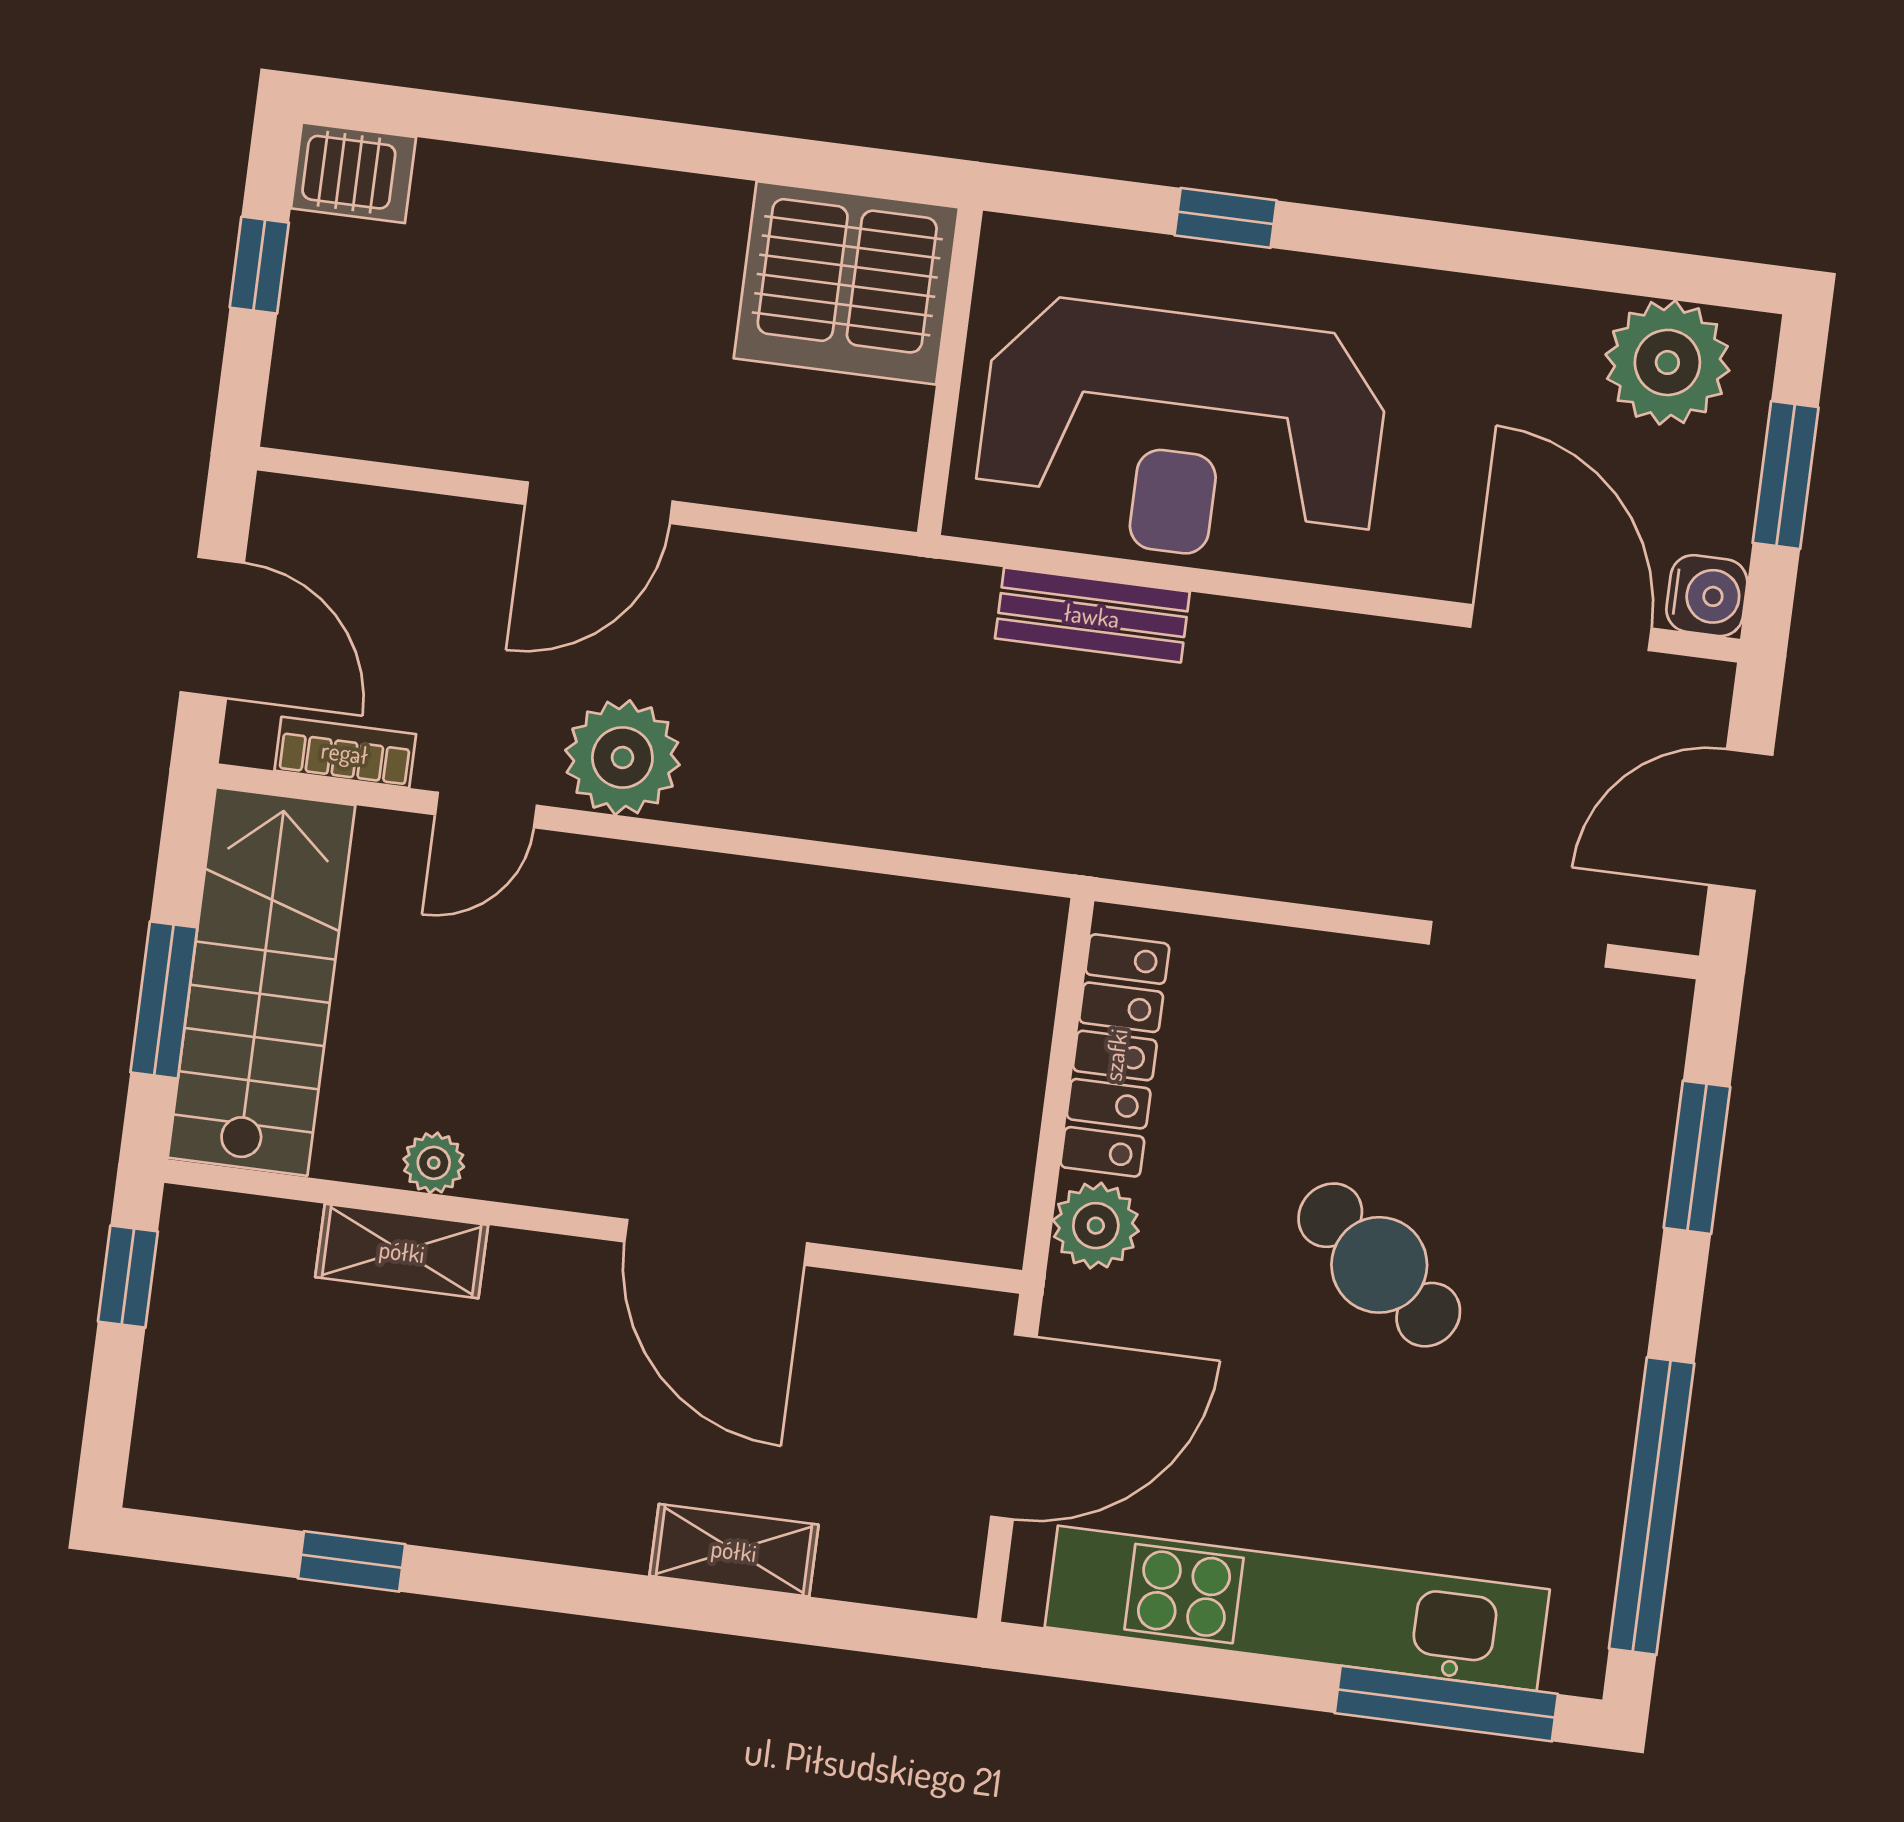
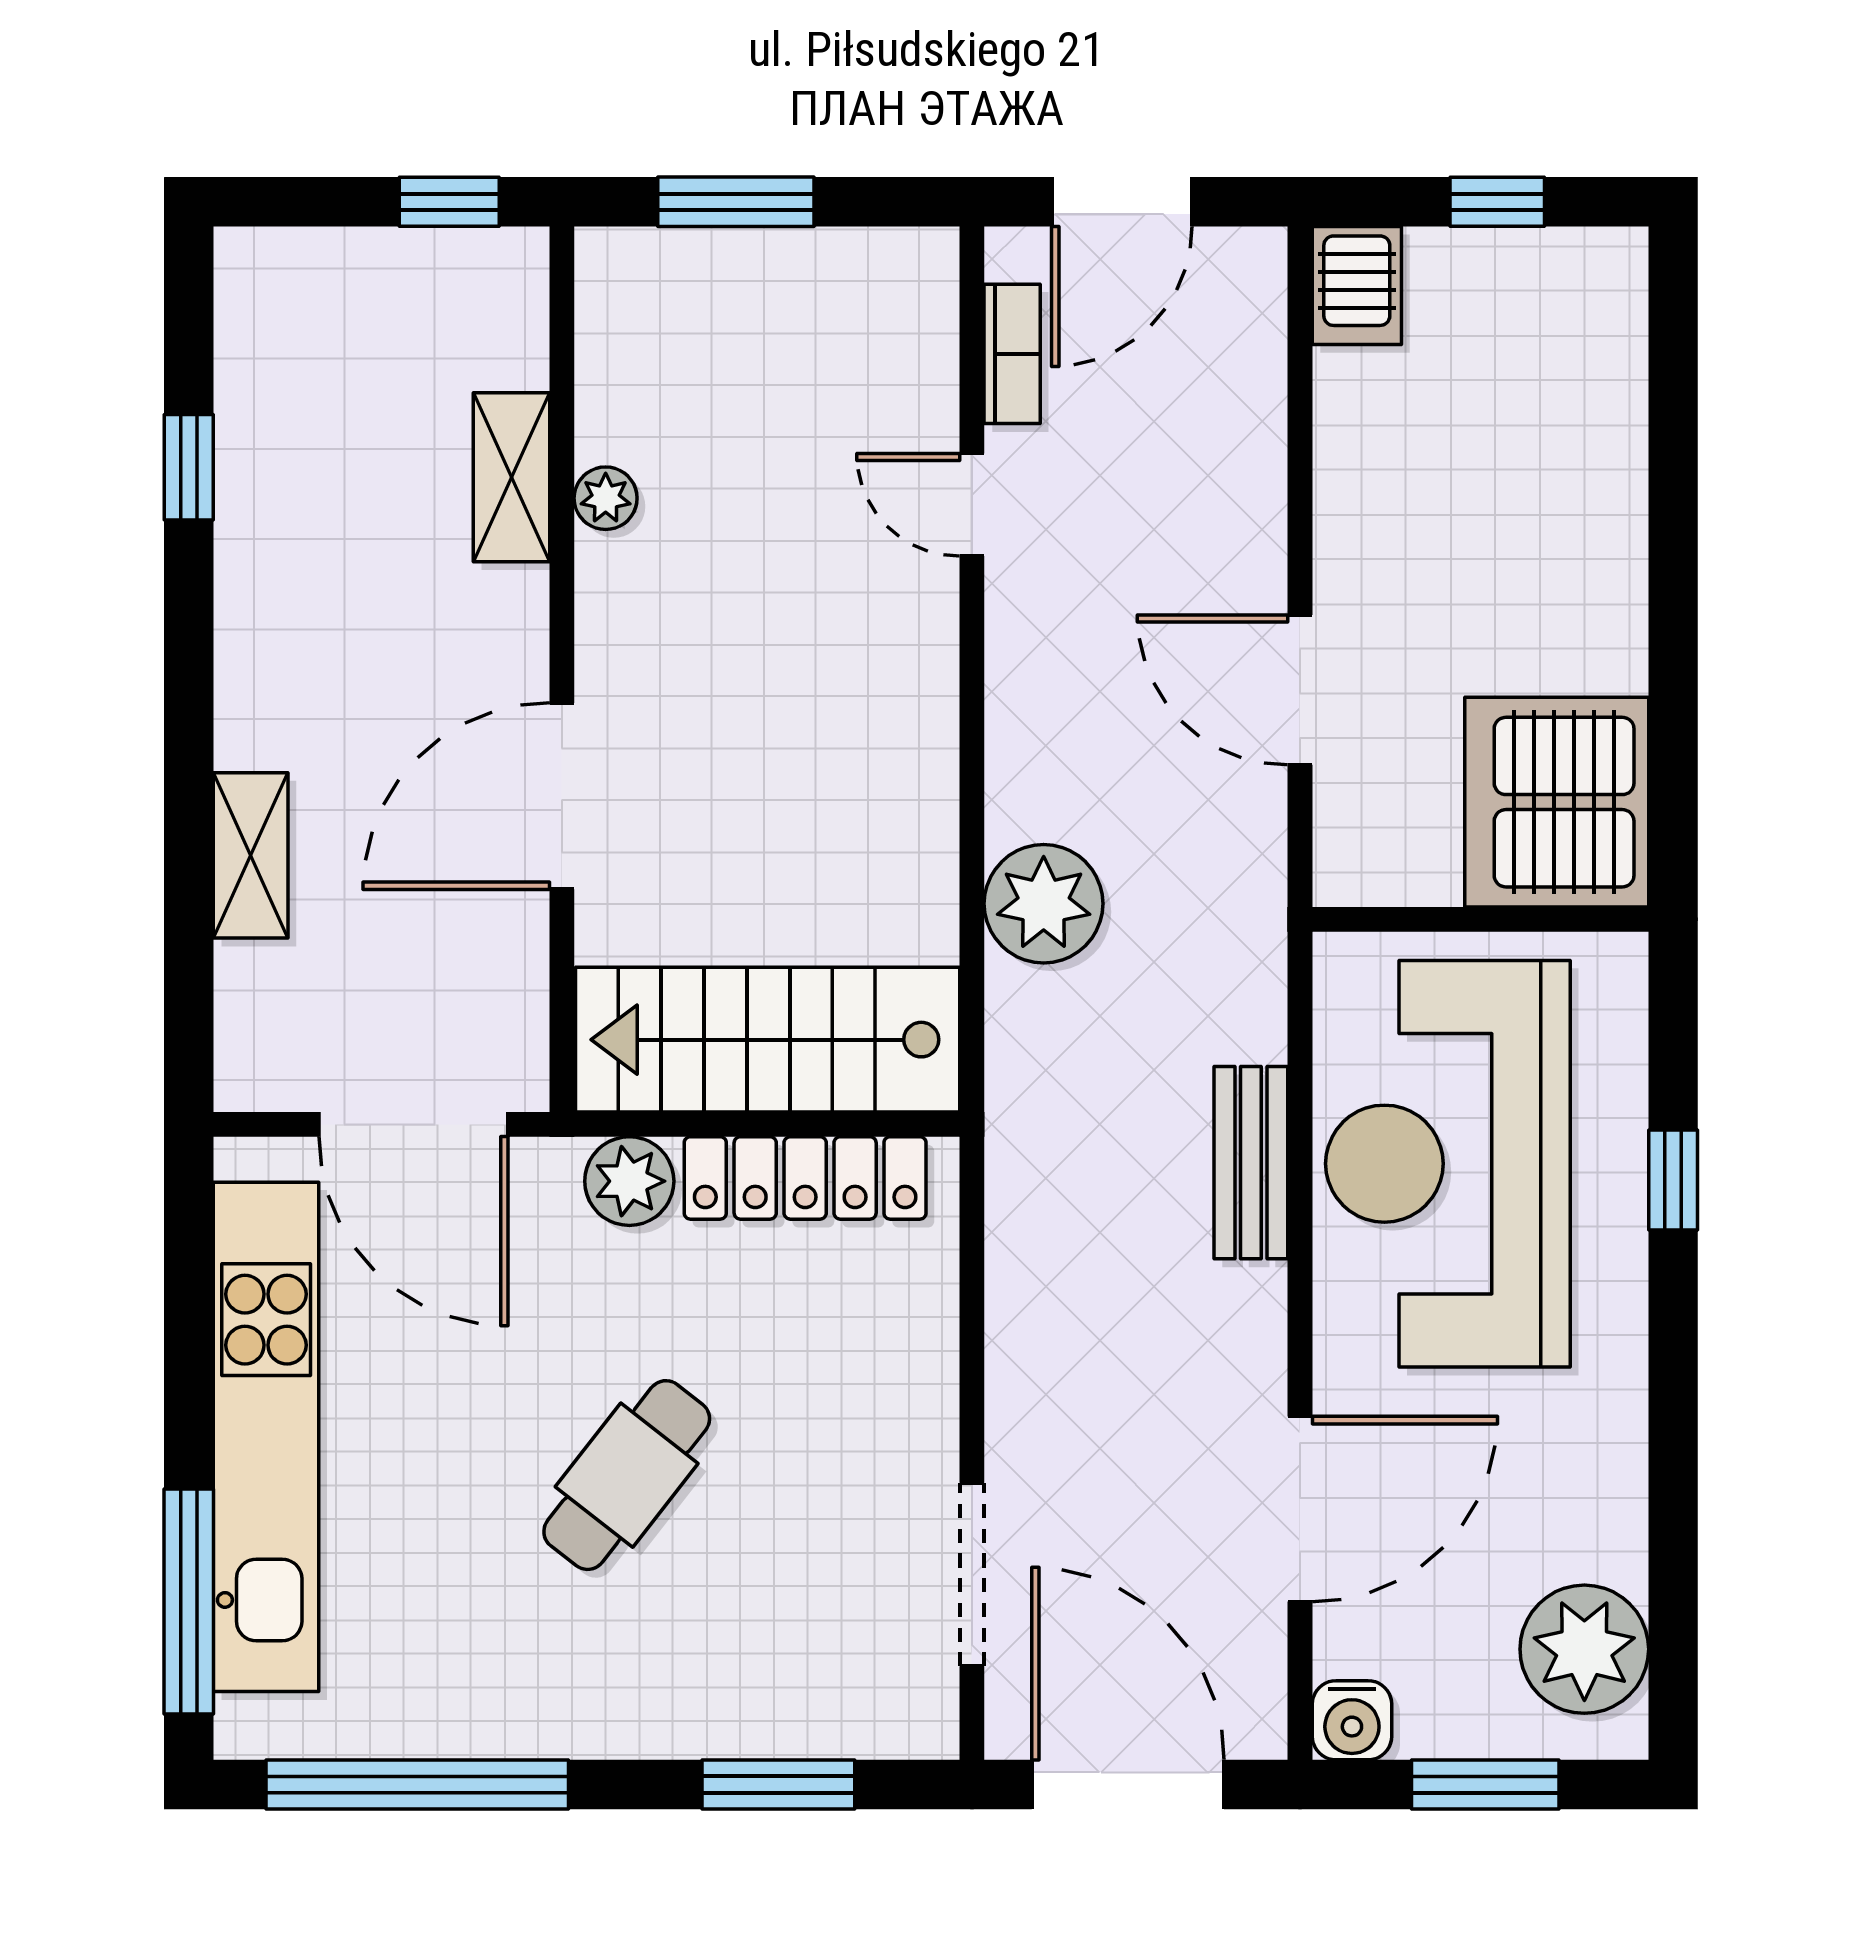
server rack: (353, 173) -> (1357, 285), moved
door: (599, 503) -> (1300, 690), moved
bench: (1092, 615) -> (1251, 1163), moved
door: (1561, 628) -> (1300, 1509), moved
plant: (622, 757) -> (1044, 904), moved
door: (1741, 820) -> (1128, 1785), width x1.36
stairs: (262, 981) -> (768, 1040), moved, turned 180

